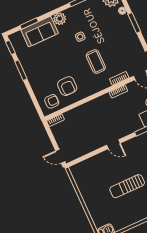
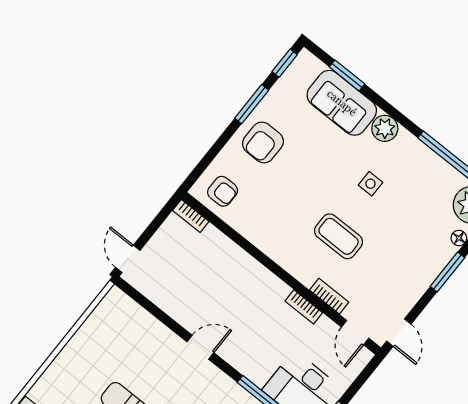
coffee table: (96, 62) -> (339, 236), turned 90
armchair: (67, 86) -> (263, 142), moved
door: (113, 144) -> (200, 347), swing flipped

